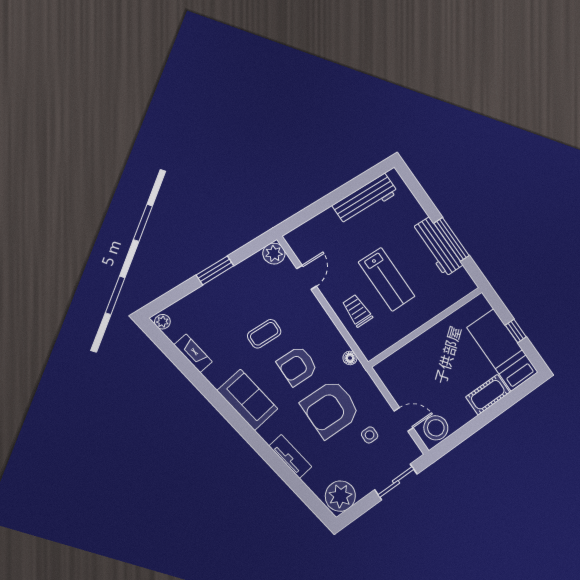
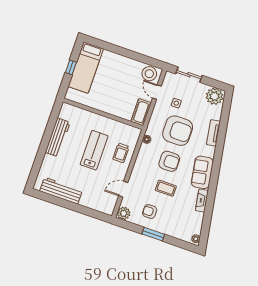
window: (451, 239) -> (48, 133), removed
armchair: (249, 289) -> (150, 212), added
fireplace: (193, 353) -> (202, 201), moved
cot: (488, 395) -> (141, 112), moved, turned 90

